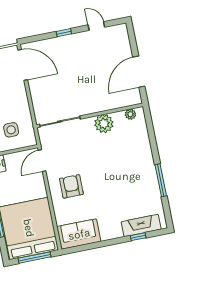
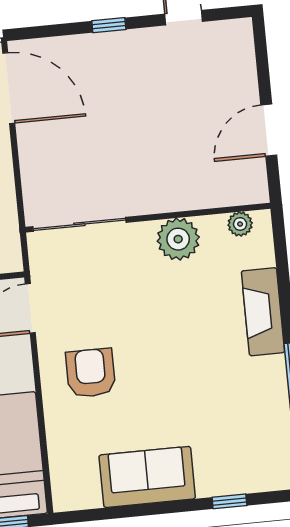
door: (139, 72) -> (269, 130), width x0.73
fireplace: (141, 225) -> (263, 312), moved, turned -90
sofa: (79, 234) -> (147, 477), moved

